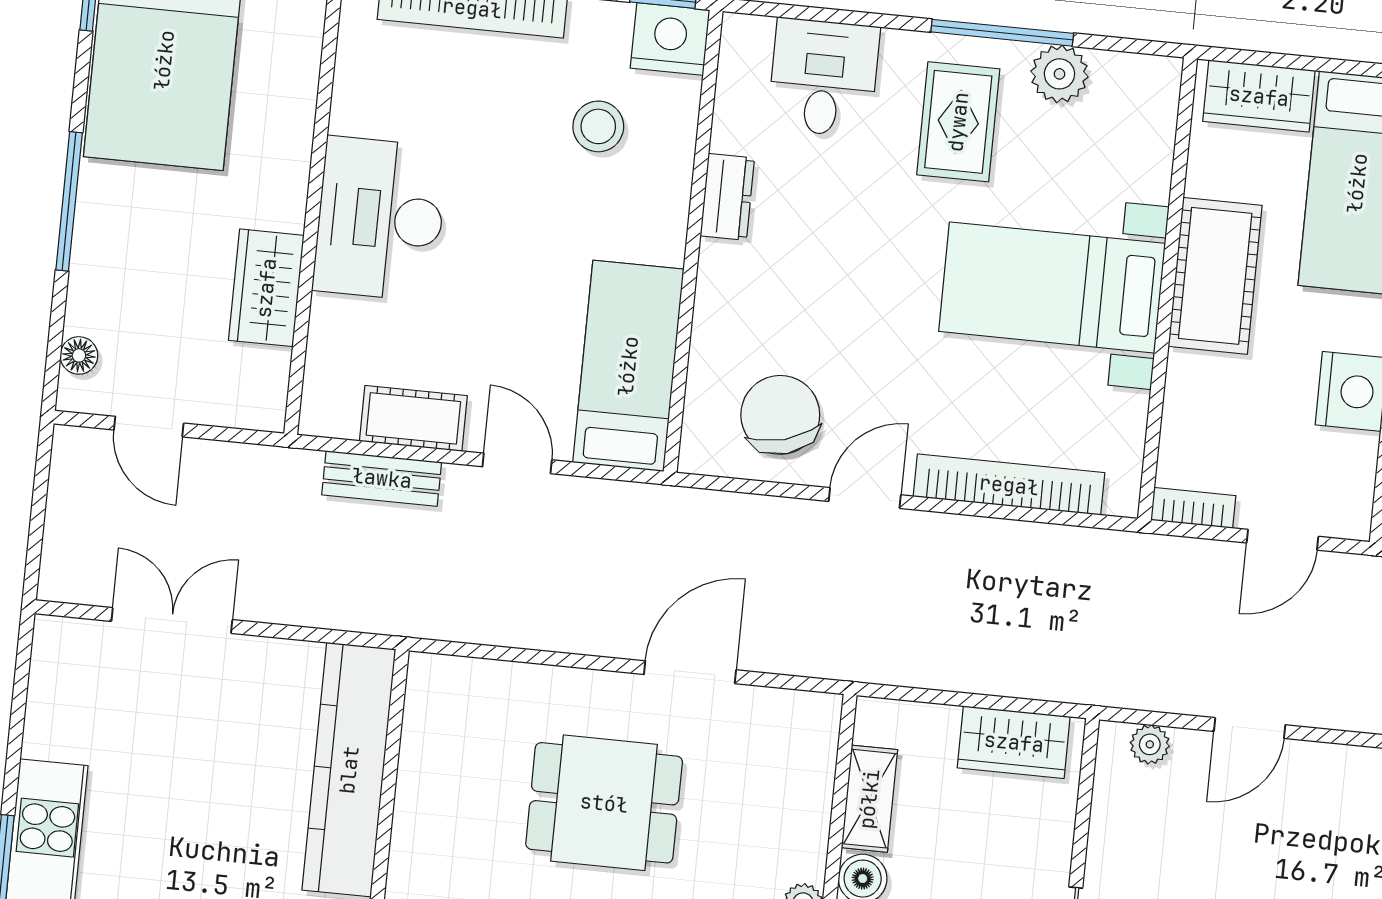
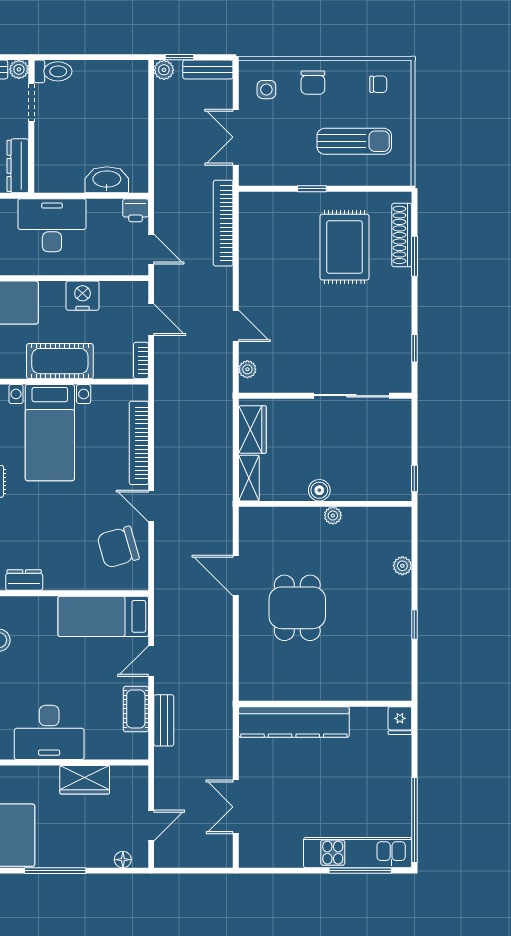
cot: (1215, 276) -> (60, 361), moved
shelving: (869, 799) -> (249, 478), moved, turned 90

